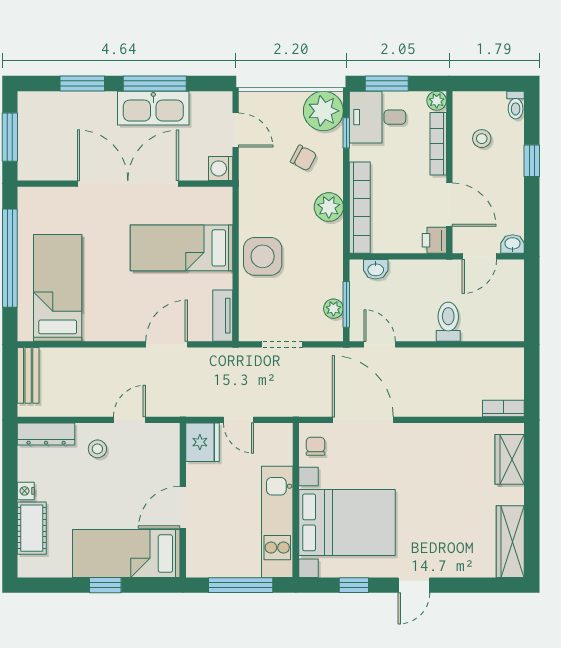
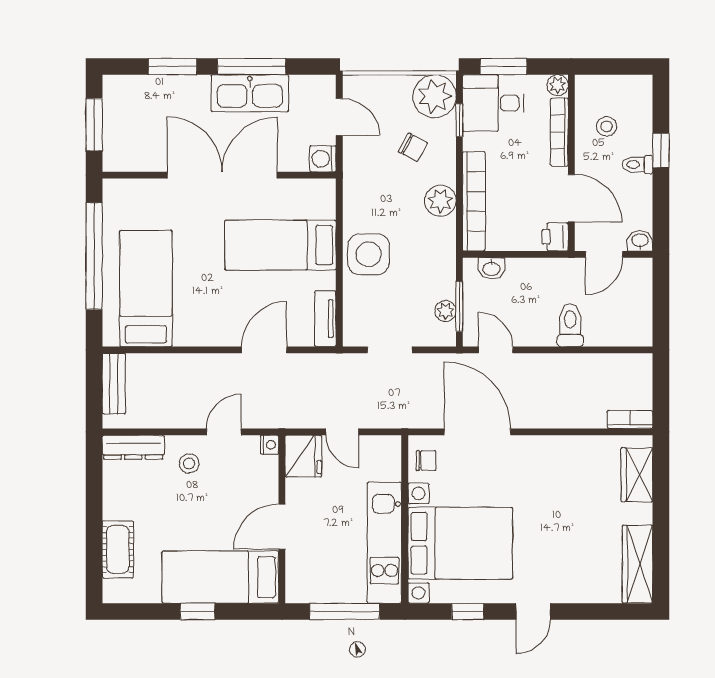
toilet: (516, 105) -> (637, 165), moved, turned 90
chair: (315, 446) -> (426, 460), turned 90
nightstand: (26, 491) -> (270, 445), moved, turned 180

